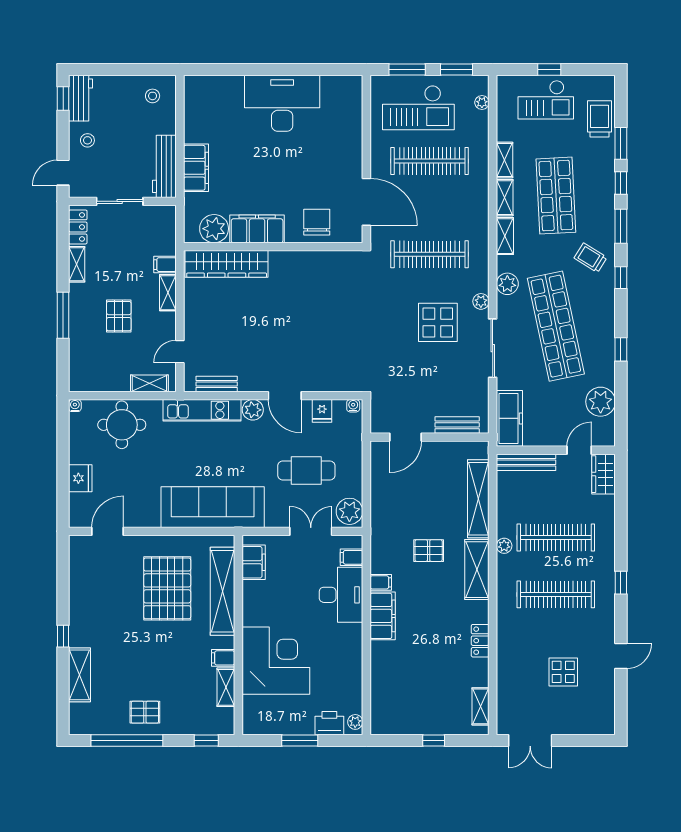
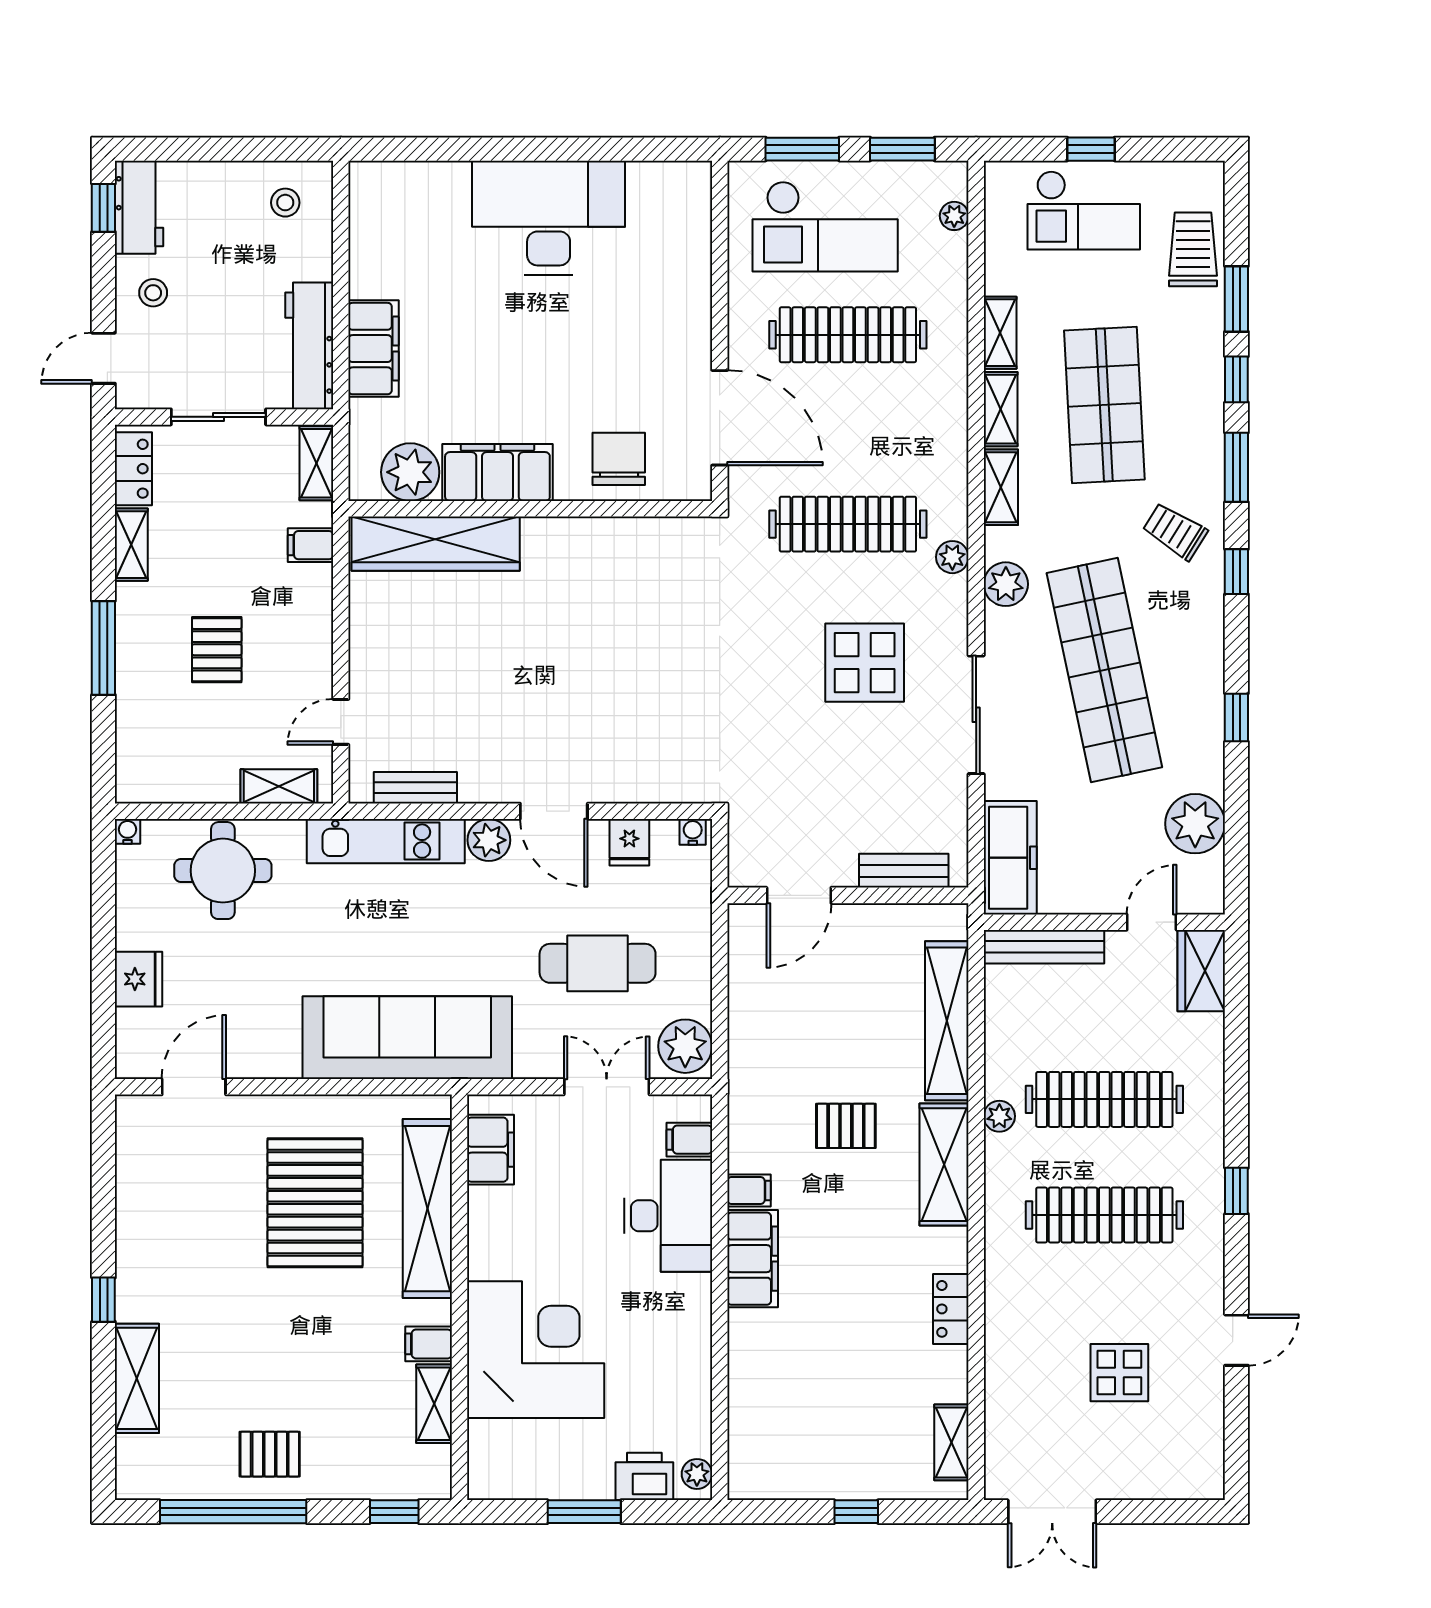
shelving: (168, 293) -> (316, 463), moved
plant: (481, 301) -> (952, 557), moved

